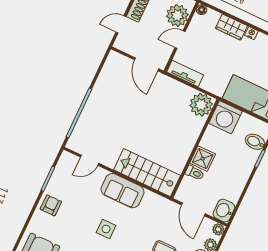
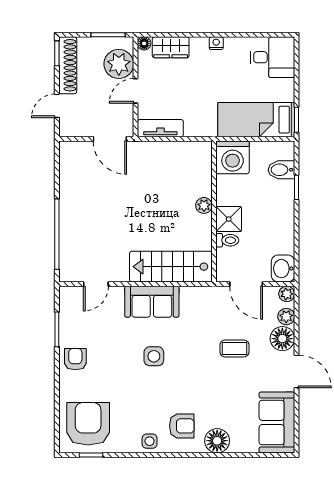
wardrobe: (232, 27) -> (171, 47), moved
plant: (201, 105) -> (204, 205), moved, width x0.53, depth x0.53

